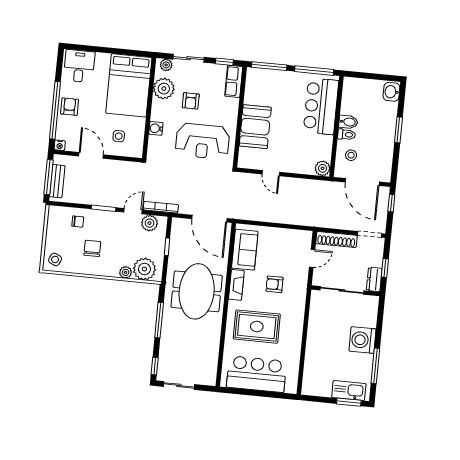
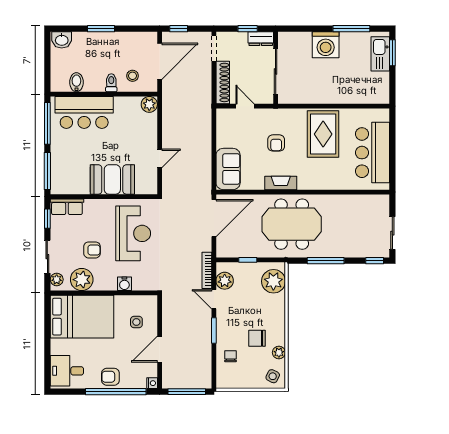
bidet: (348, 122) -> (76, 82), moved
bench: (57, 181) -> (190, 382), removed
sofa: (245, 250) -> (228, 169), moved, turned 90
plant: (126, 272) -> (279, 353), moved
rug: (257, 327) -> (323, 134), moved

